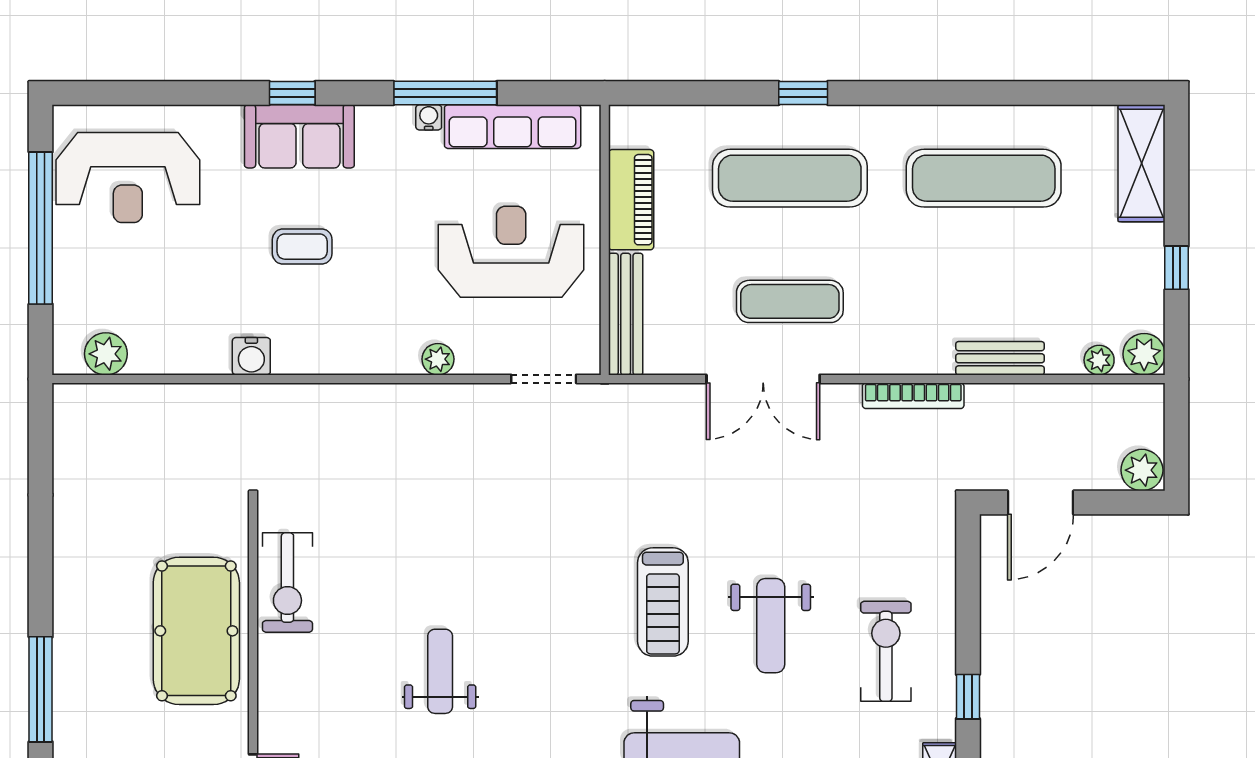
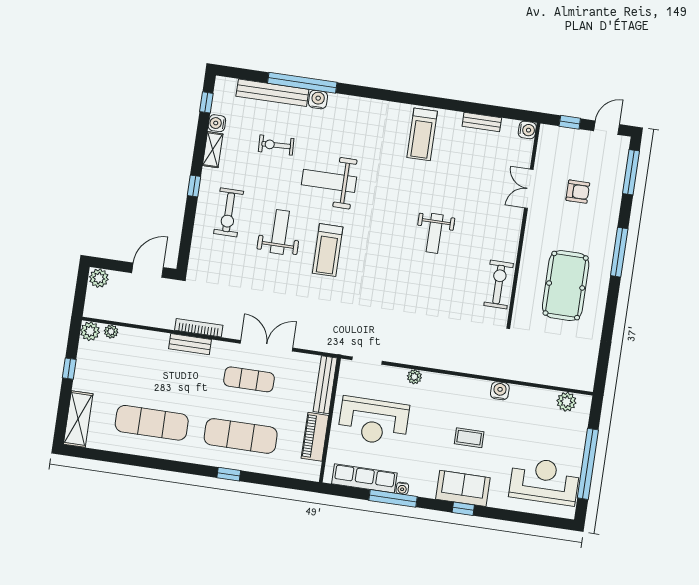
bench: (1000, 358) -> (190, 344), moved
treadmill: (663, 602) -> (328, 250), turned 180
pool table: (196, 631) -> (566, 286), moved

